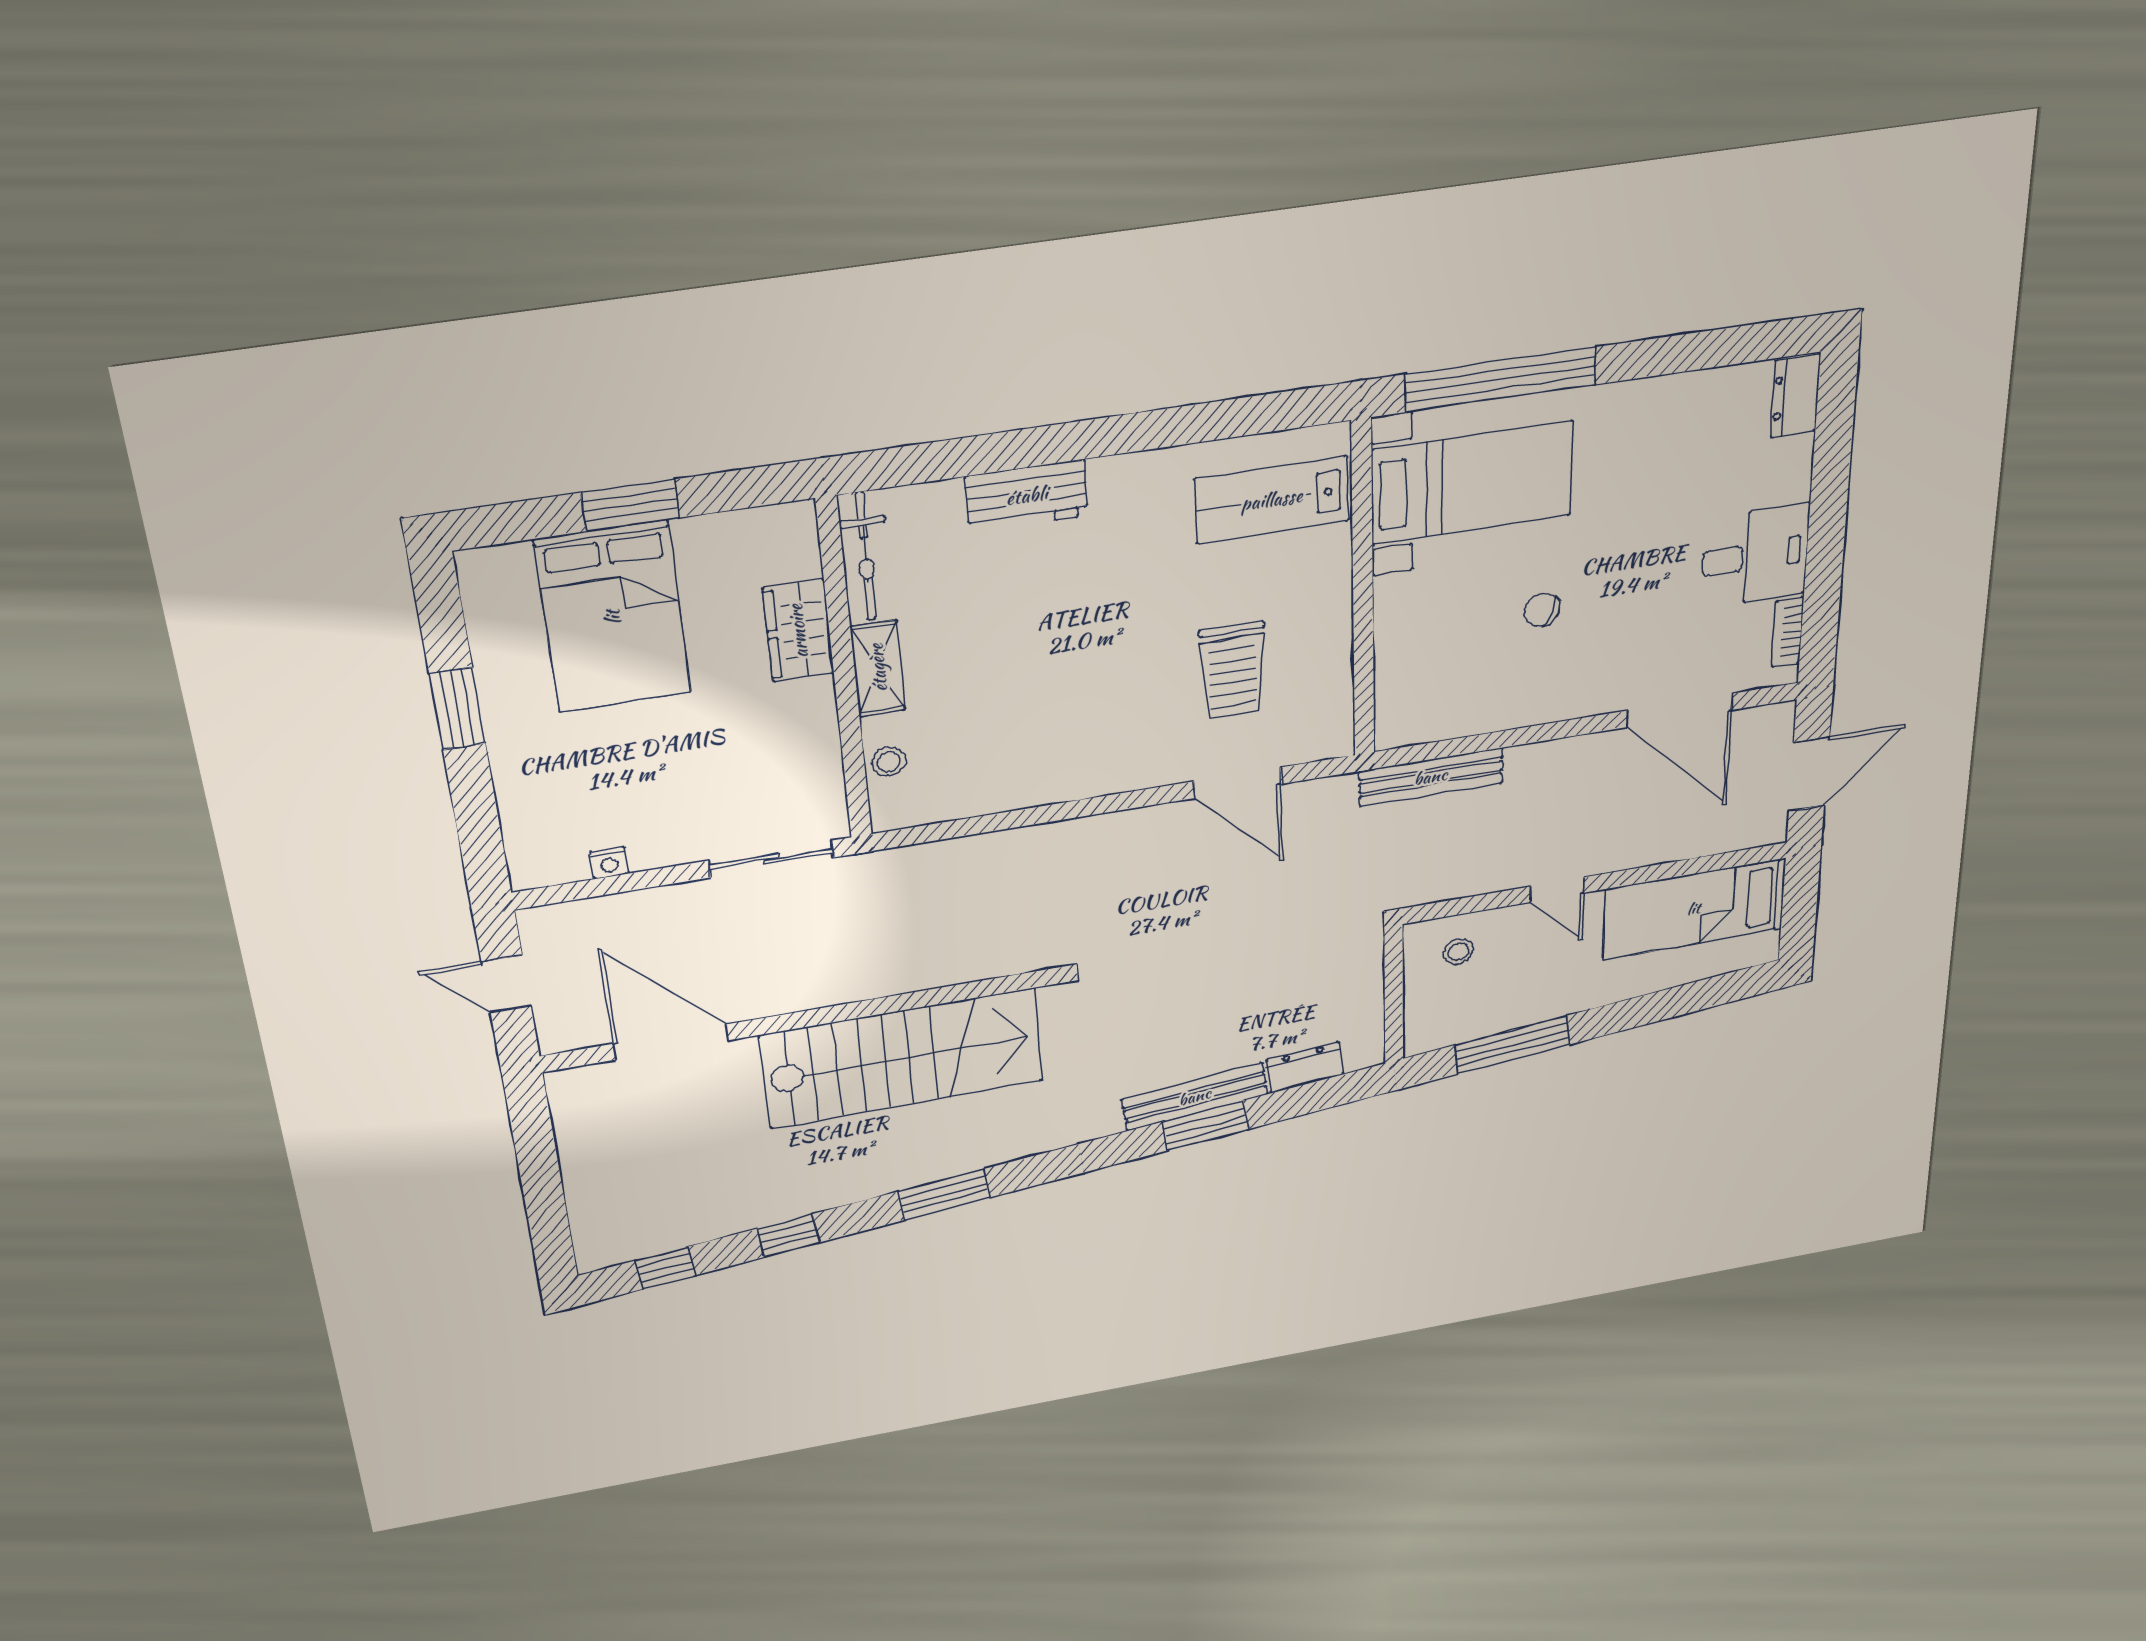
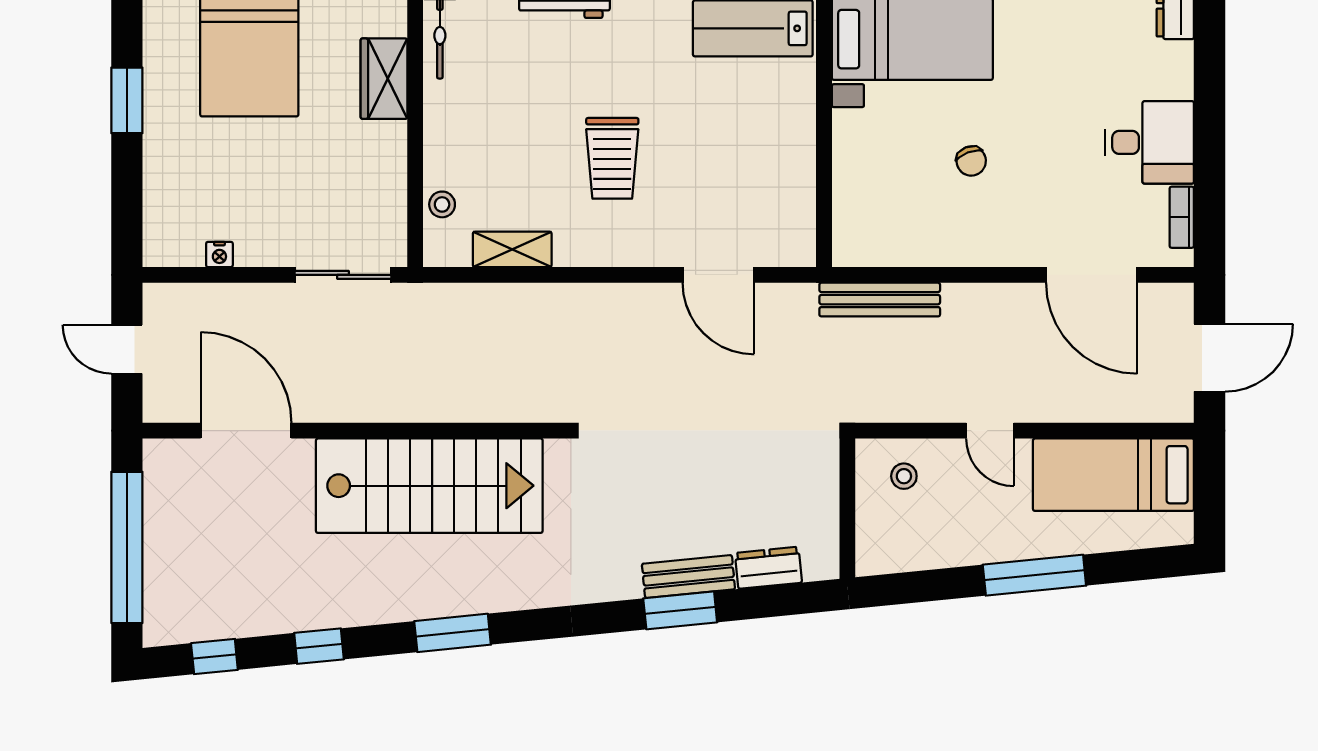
chair: (1542, 610) -> (971, 161), turned -131
shelving: (878, 668) -> (512, 249), moved, turned 90
trolley: (1233, 671) -> (612, 158), moved
window: (1512, 1045) -> (1034, 575), moved
bench: (1195, 1097) -> (688, 576), width x0.73
window: (542, 1184) -> (127, 547), added

